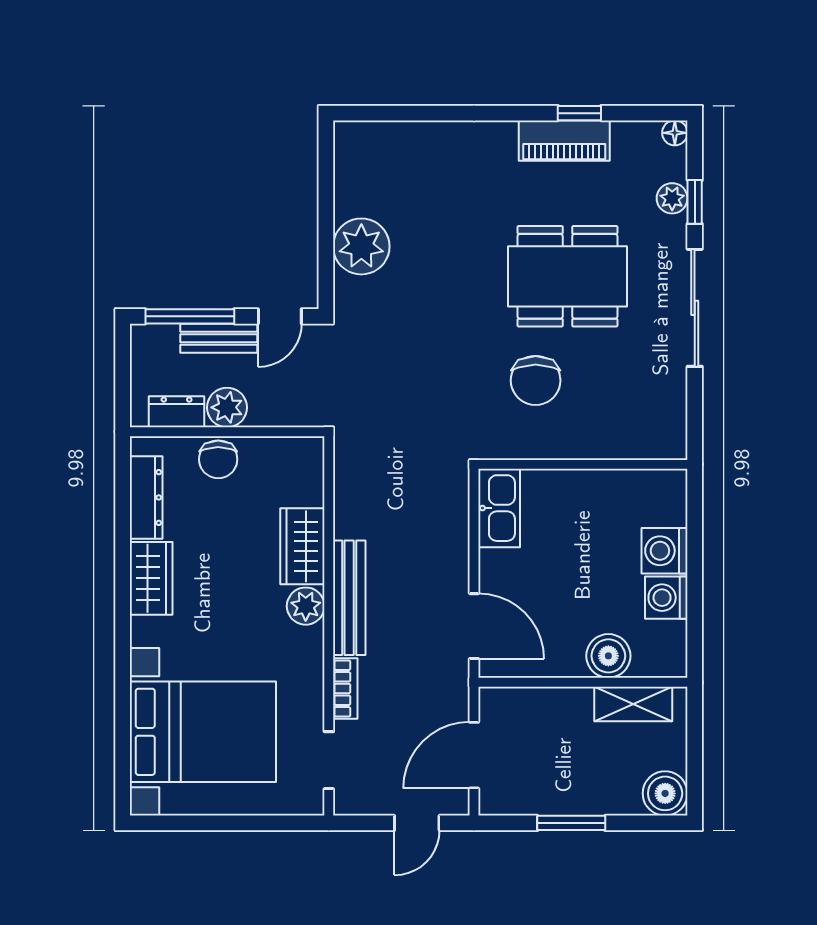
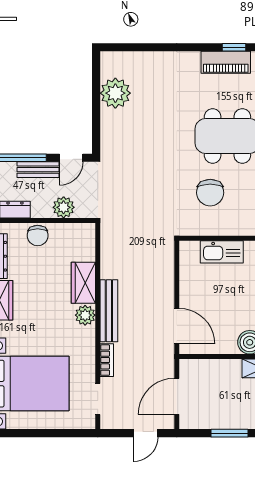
plant: (361, 246) -> (115, 93), moved
plant: (227, 407) -> (64, 207), moved
kitchen sink: (499, 508) -> (222, 252), moved, turned 90

